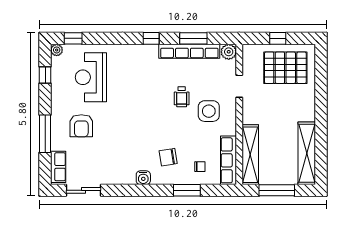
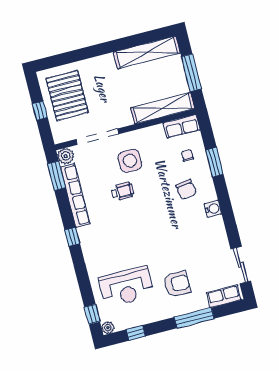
window: (193, 38) -> (57, 176), moved
doorway: (239, 86) -> (97, 137), width x1.87
row of seats: (229, 160) -> (182, 126), width x0.68

